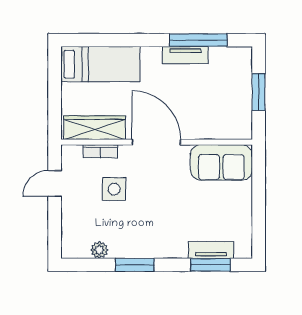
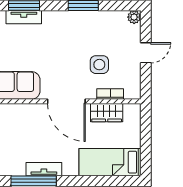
wardrobe: (95, 128) -> (107, 113), width x0.67
door: (55, 184) -> (146, 53), moved
plant: (99, 250) -> (134, 17), moved

